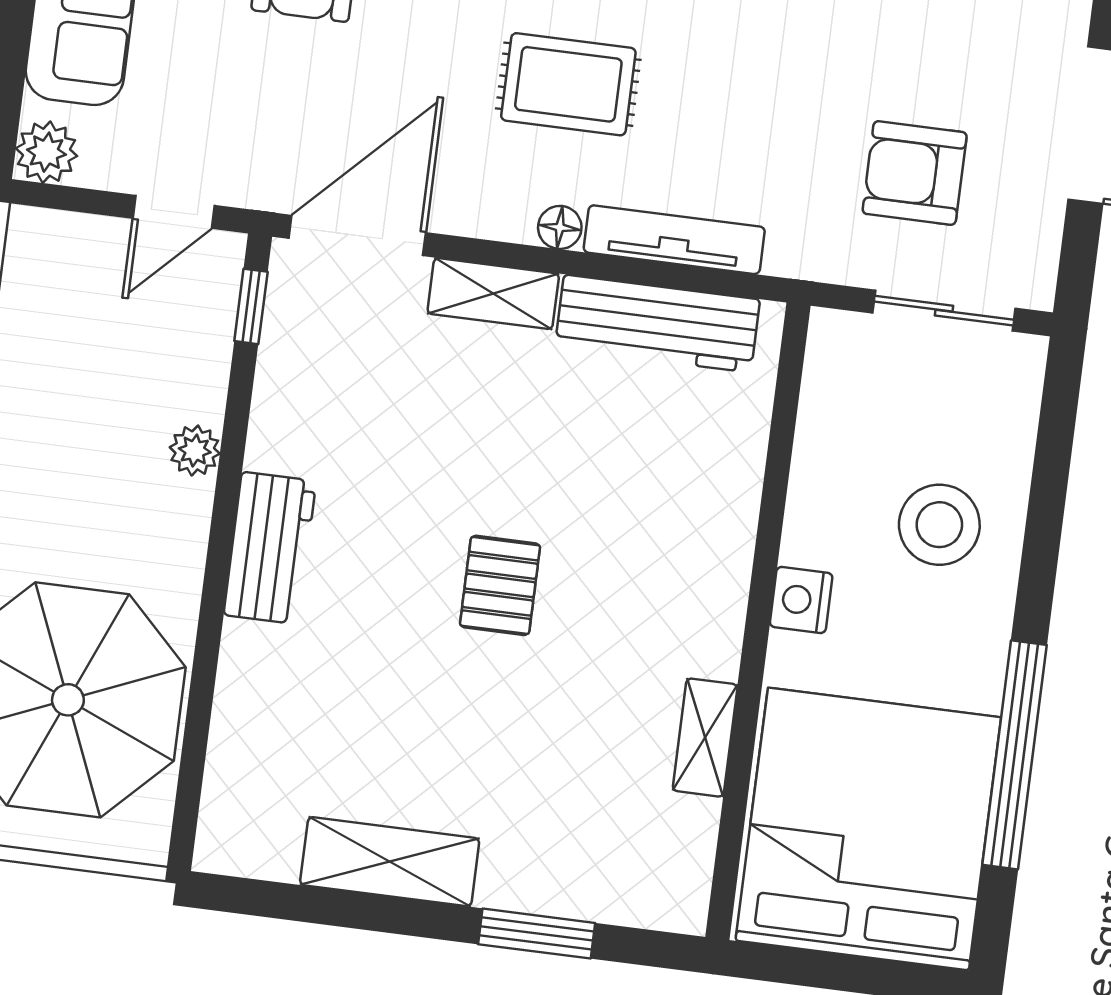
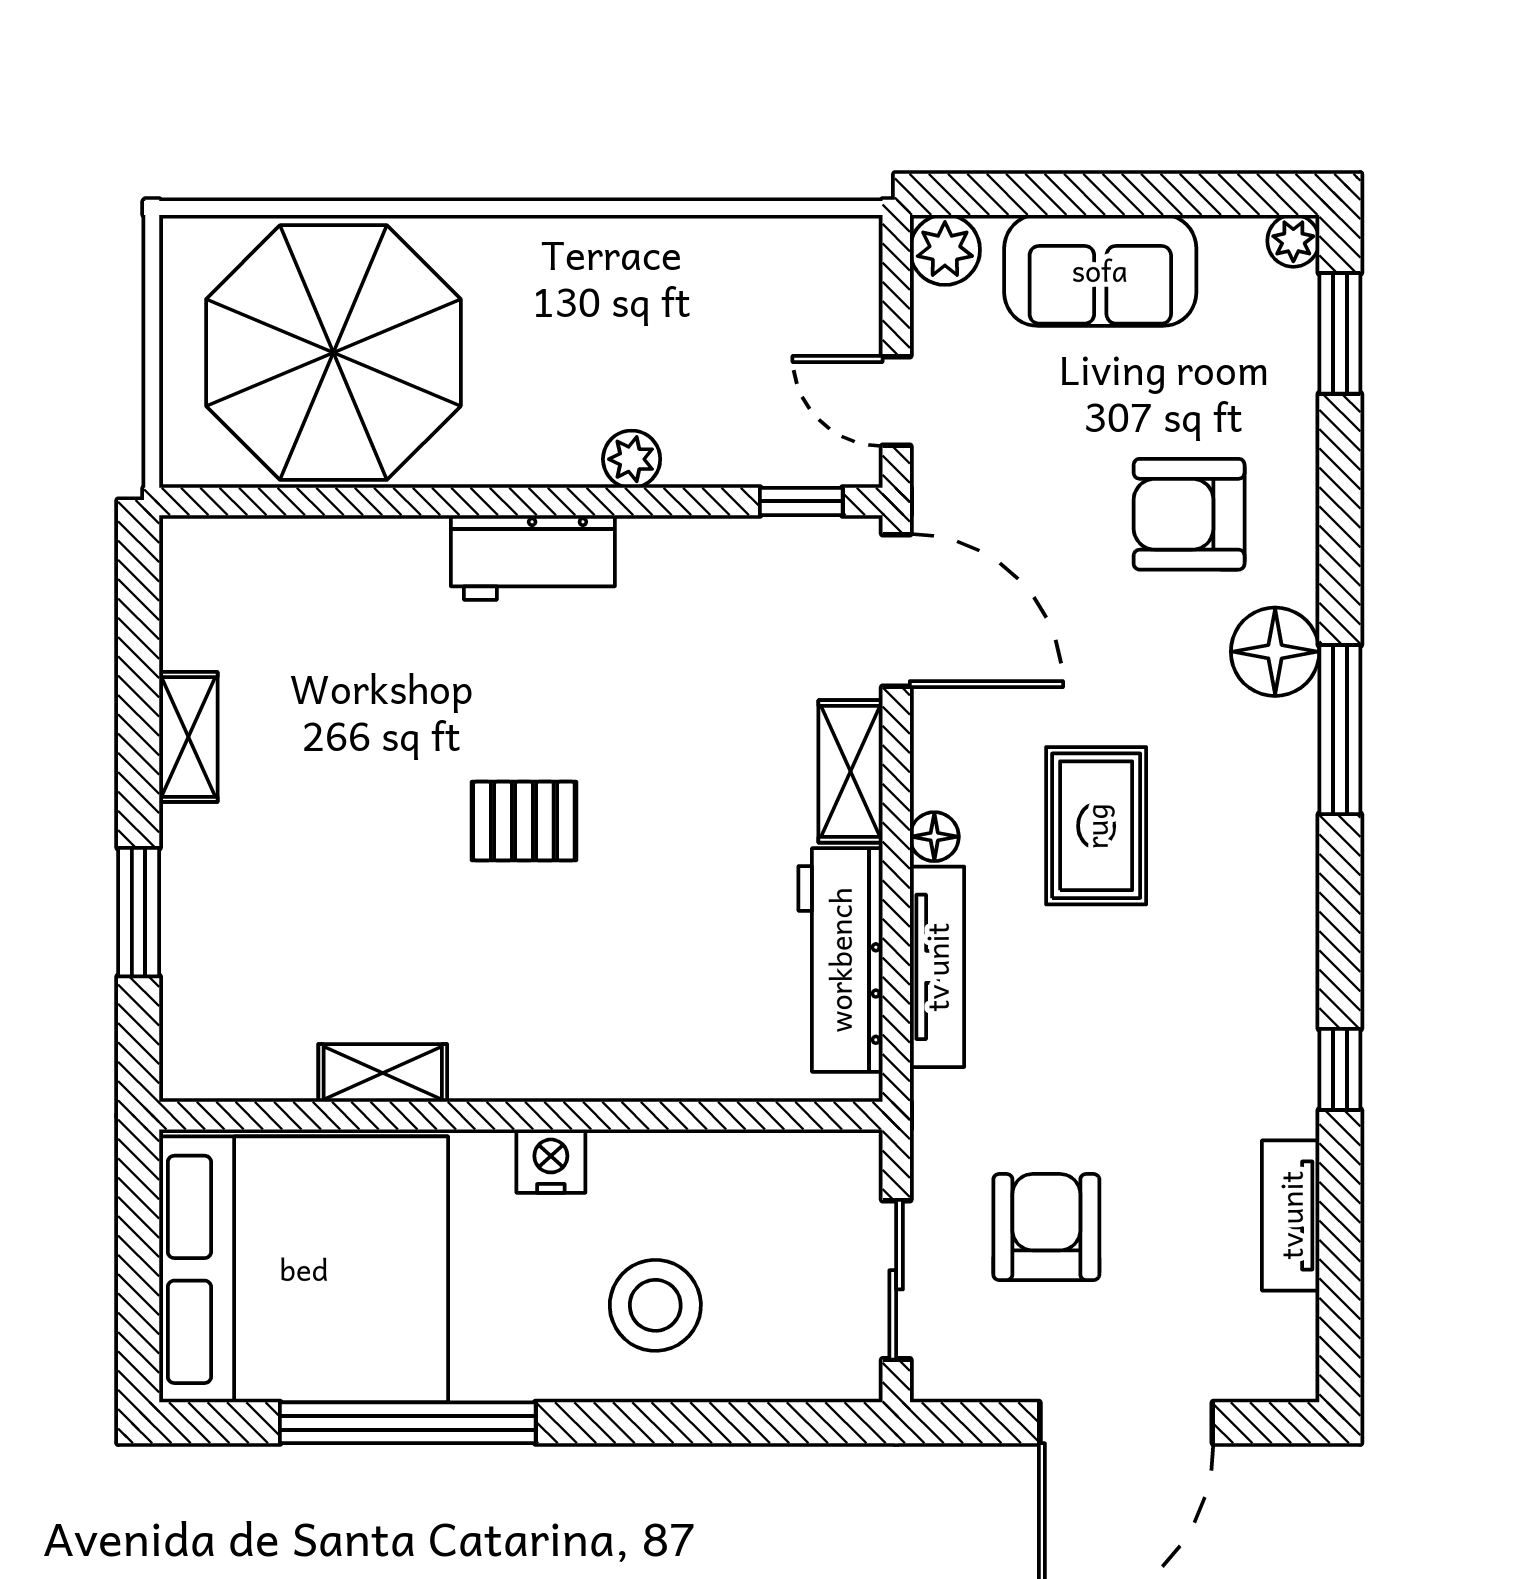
shelving: (390, 862) -> (188, 737), width x0.67, depth x0.75

